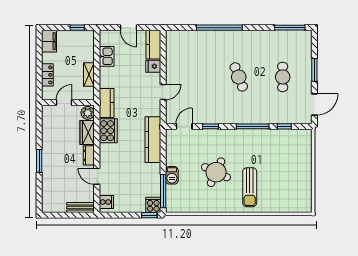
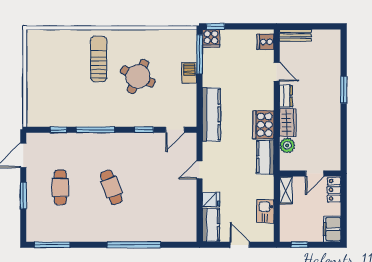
door: (64, 103) -> (315, 173), moved
wall: (68, 103) -> (310, 173), moved

